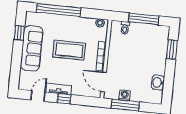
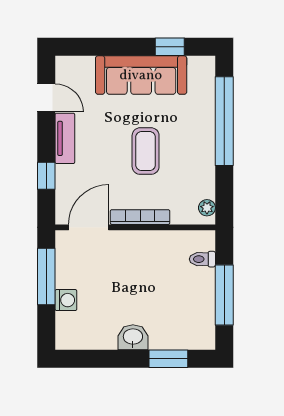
coffee table: (69, 50) -> (146, 151), width x0.73, depth x0.76
washbasin: (158, 82) -> (133, 337), moved
washing machine: (125, 95) -> (66, 300), moved
window: (64, 99) -> (46, 176), moved

